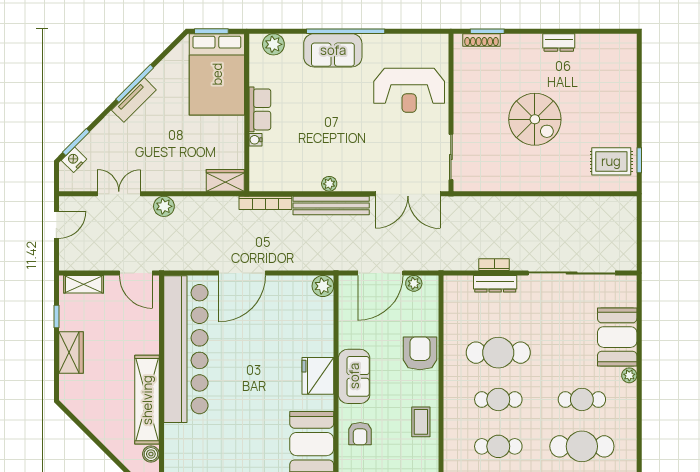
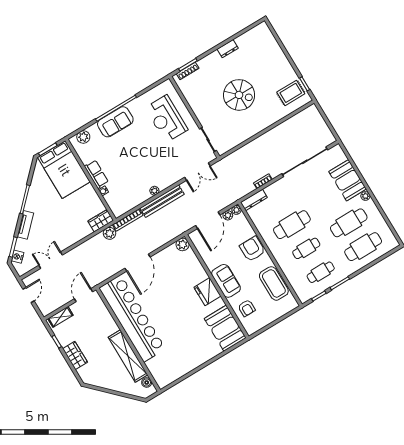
reception desk: (409, 90) -> (166, 119), turned 90
tv unit: (134, 100) -> (25, 225), moved
double door: (408, 194) -> (197, 172), width x0.73
plant: (164, 206) -> (110, 233), moved
door: (136, 273) -> (84, 295), swing flipped
plant: (431, 283) -> (236, 210), added
dresser: (495, 284) -> (254, 200), moved
cafe table: (582, 399) -> (349, 223), width x1.37, depth x1.35
coffee table: (421, 422) -> (274, 283), width x1.86, depth x1.72

